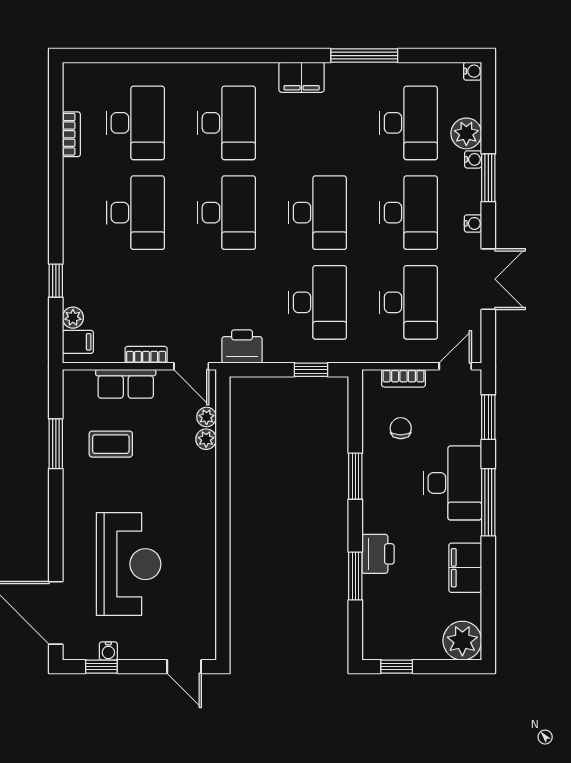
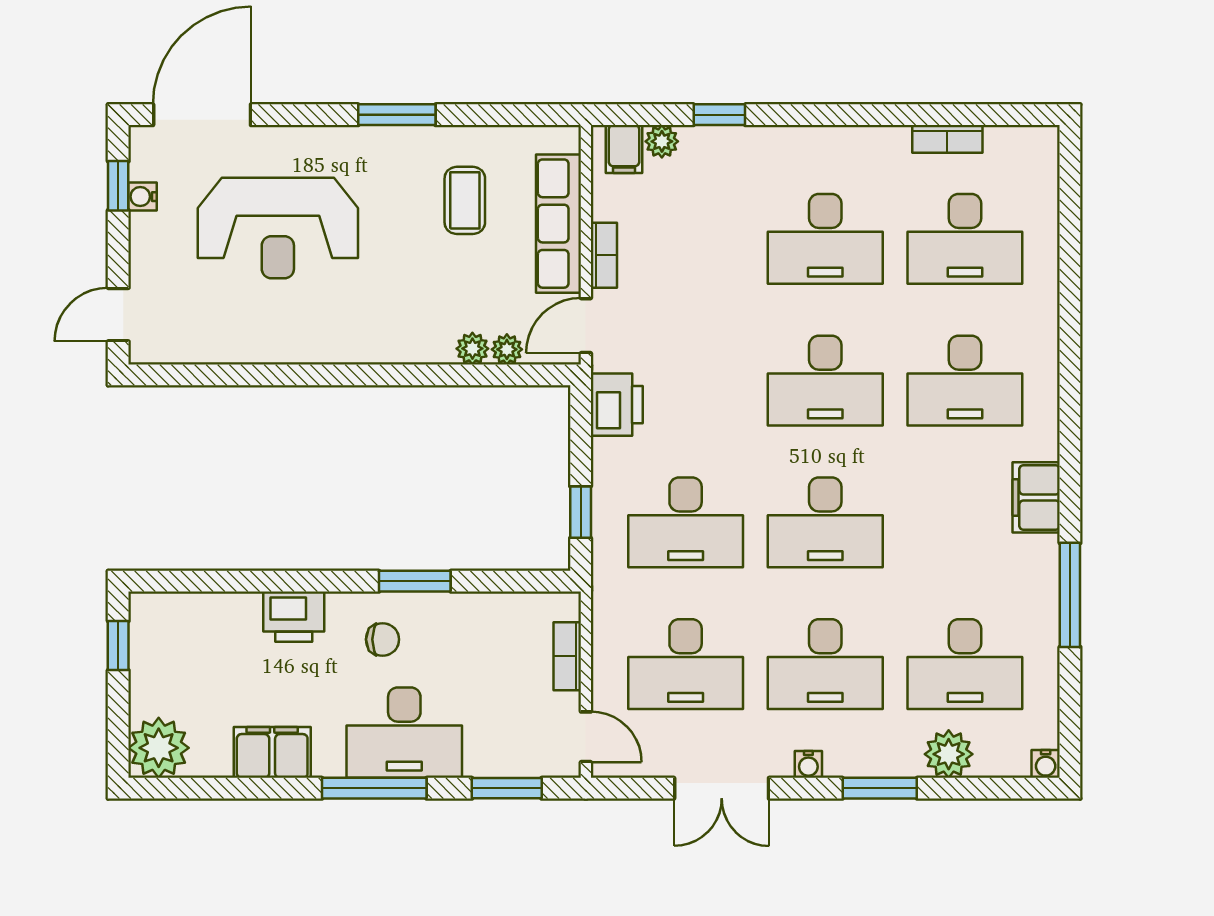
water cooler: (473, 159) -> (908, 765), removed
row of seats: (126, 384) -> (559, 224), width x1.48
chair: (401, 428) -> (383, 639), moved
window: (56, 444) -> (397, 115), moved
window: (355, 576) -> (259, 581), removed

